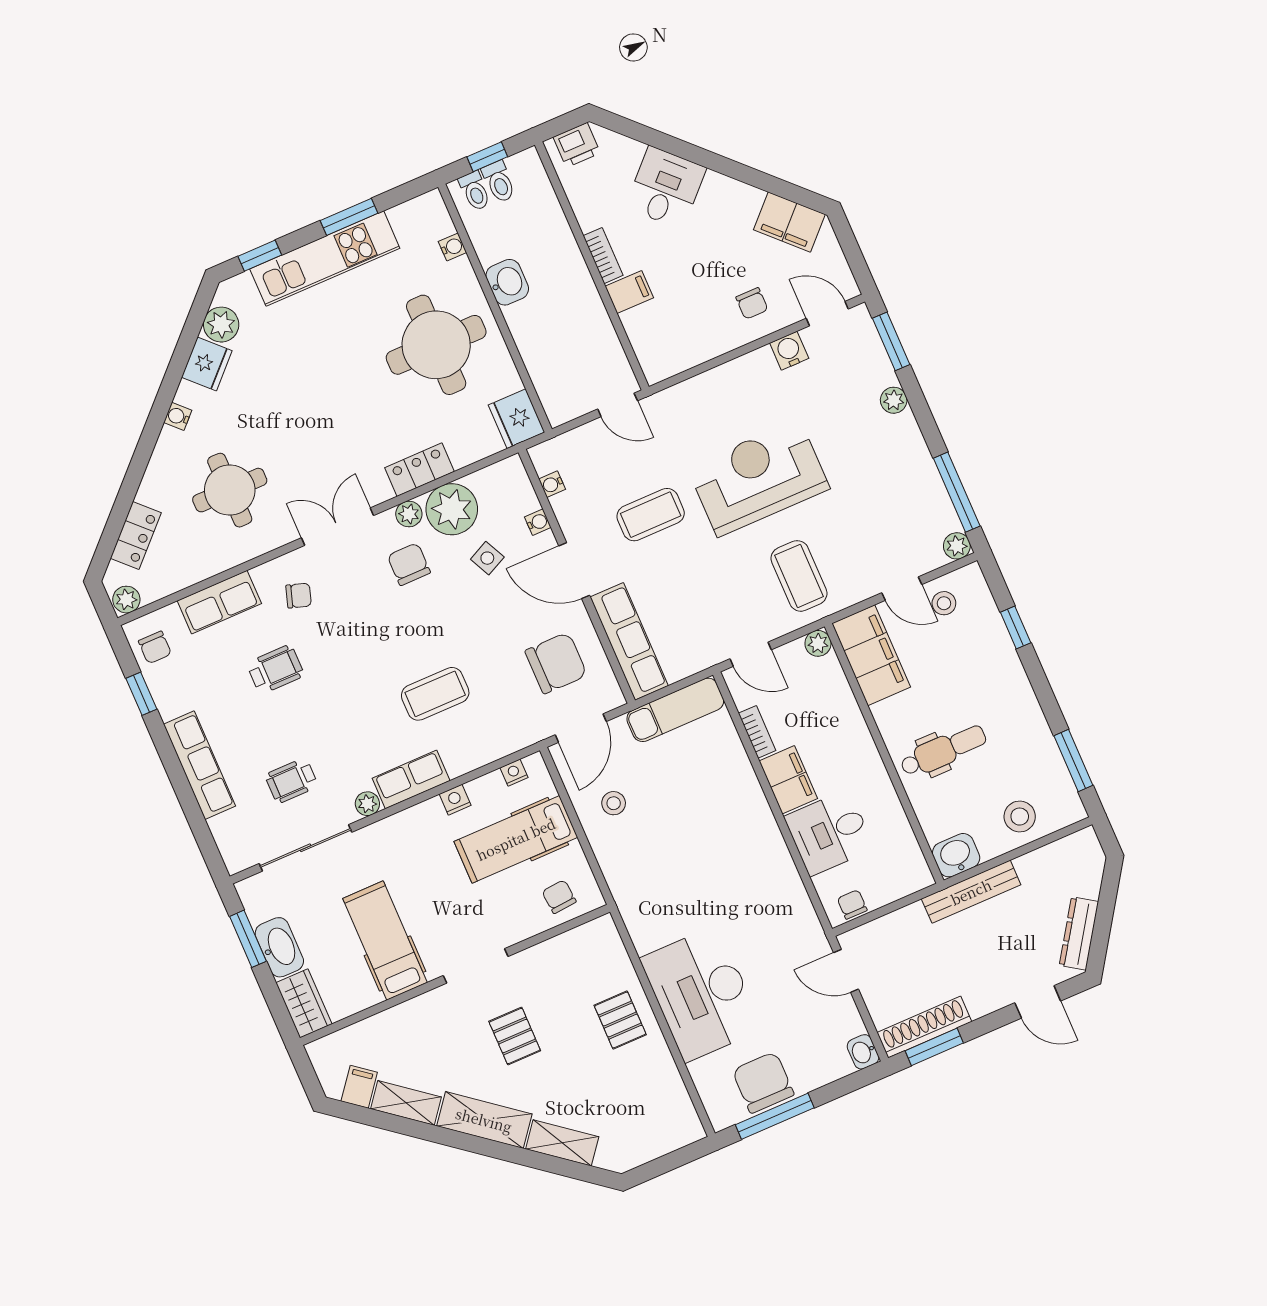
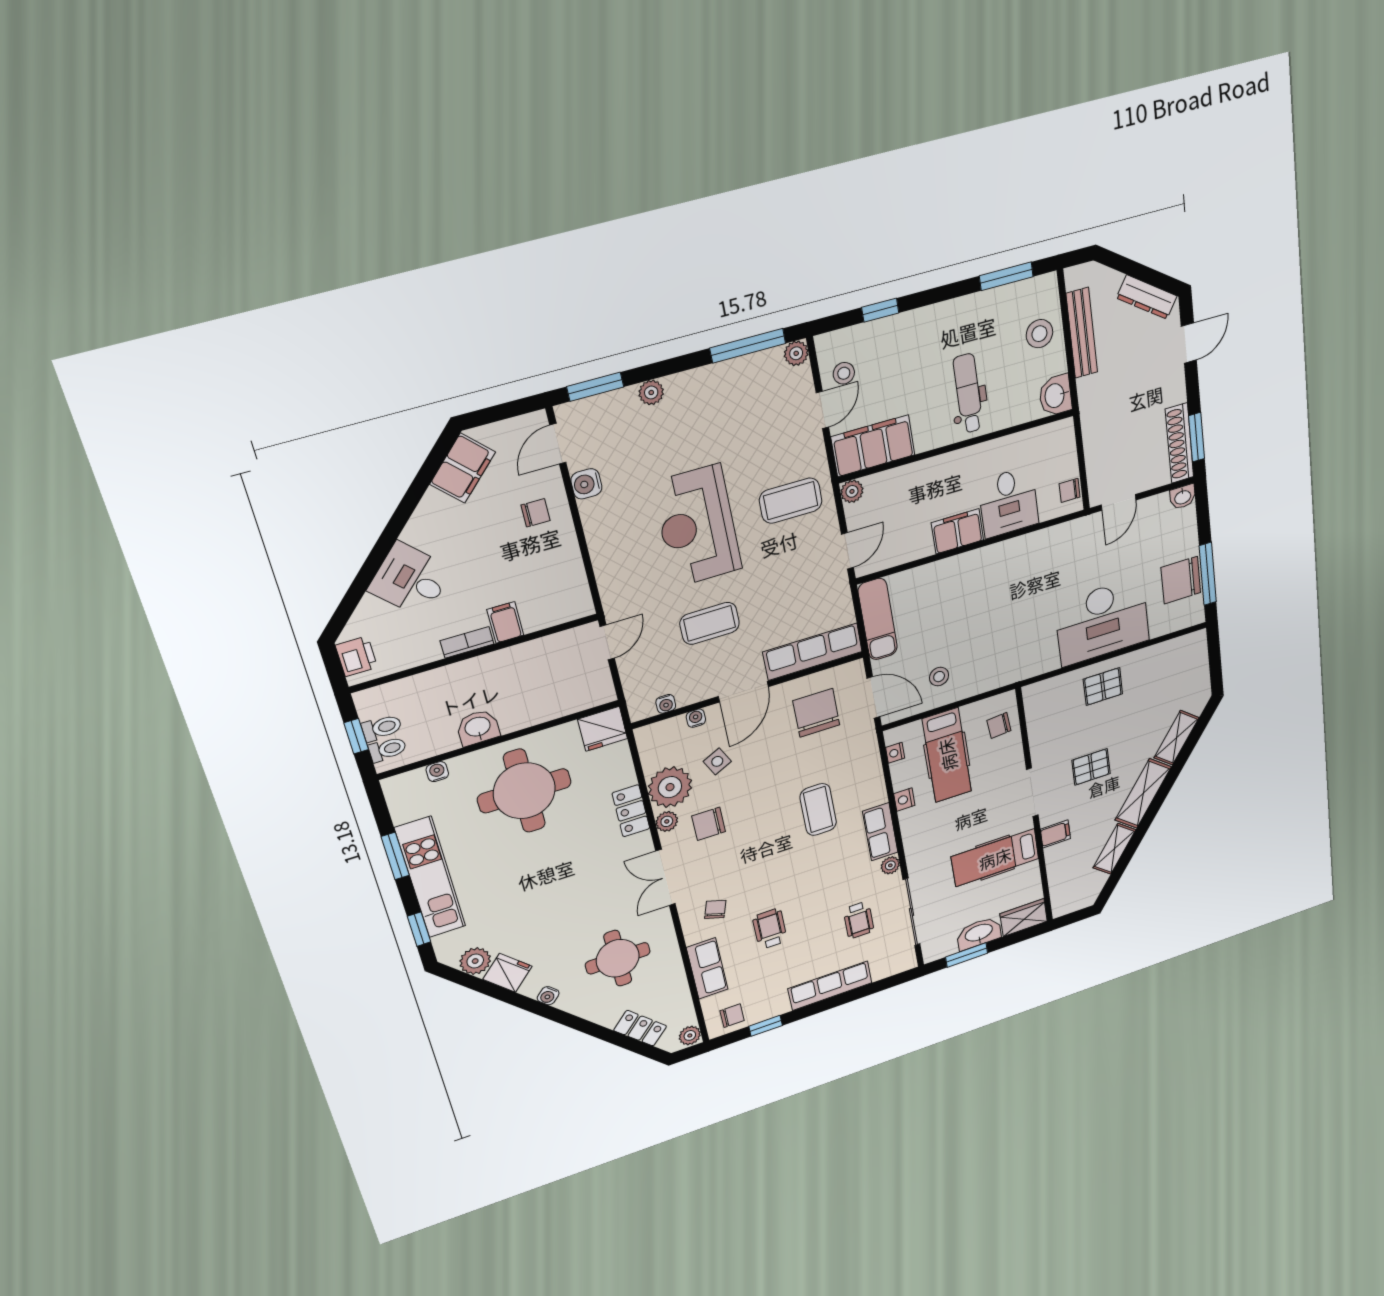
coffee table: (651, 515) -> (710, 623), turned 90
bookcase: (757, 732) -> (912, 553), removed
bench: (971, 892) -> (1082, 333), moved
filing cabinet: (359, 1087) -> (1055, 834), moved, turned 142

